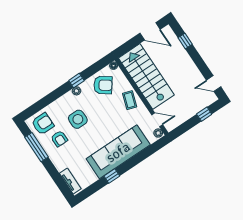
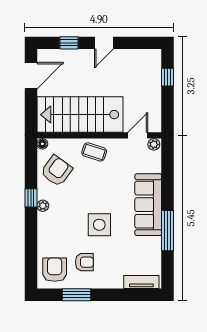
door: (214, 84) -> (104, 43), moved
side table: (78, 119) -> (99, 225), moved
window: (36, 147) -> (77, 295), width x0.69
sofa: (118, 152) -> (148, 205), width x0.74, depth x0.79
window: (112, 176) -> (167, 231), width x2.17

